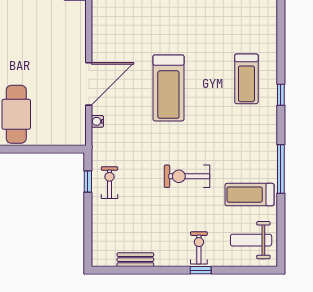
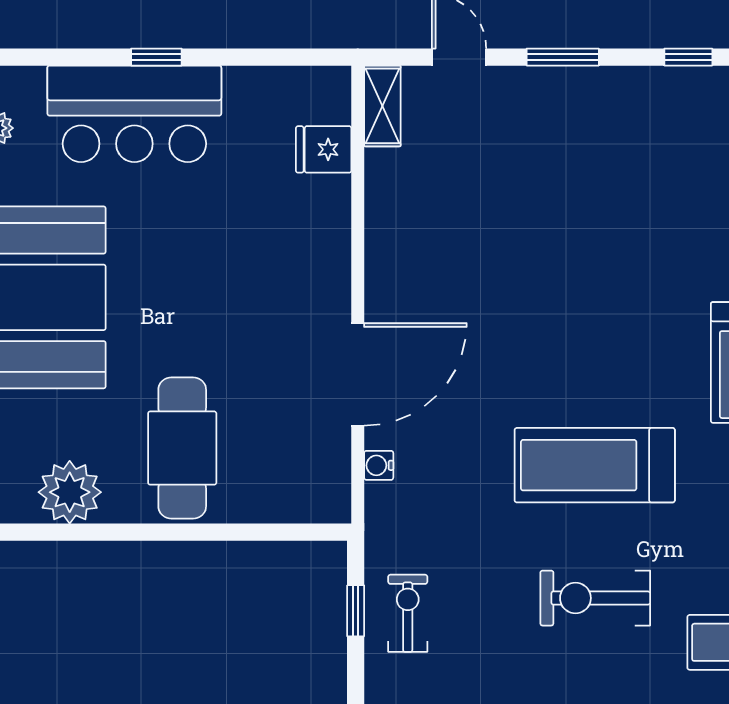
treadmill: (168, 88) -> (595, 465), moved, turned 90

